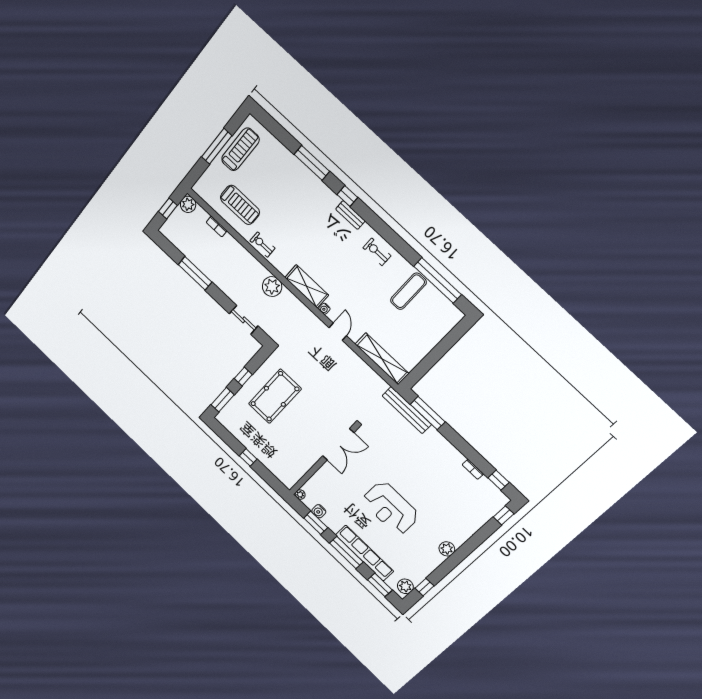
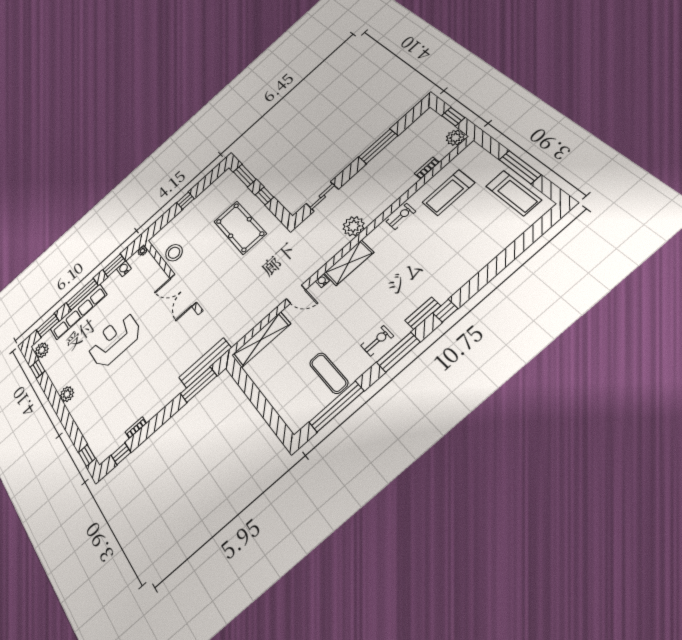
window: (312, 163) -> (398, 352), moved
stool: (301, 460) -> (174, 253), added

